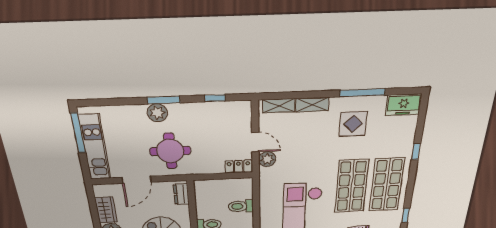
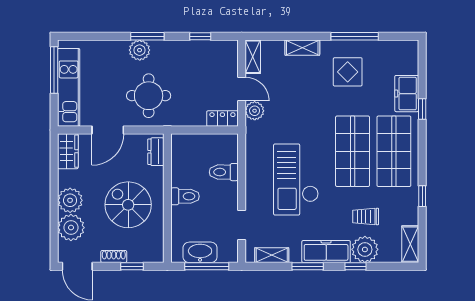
freezer: (404, 105) -> (407, 94), moved, turned 90
shelving: (279, 106) -> (253, 57), moved, turned 90
wardrobe: (106, 210) -> (68, 151), moved

